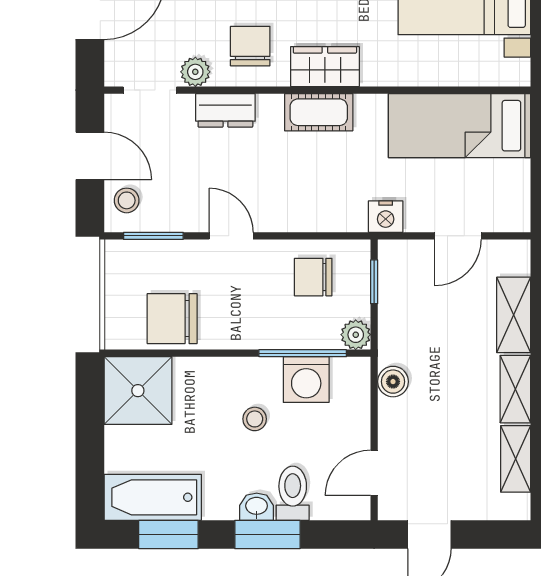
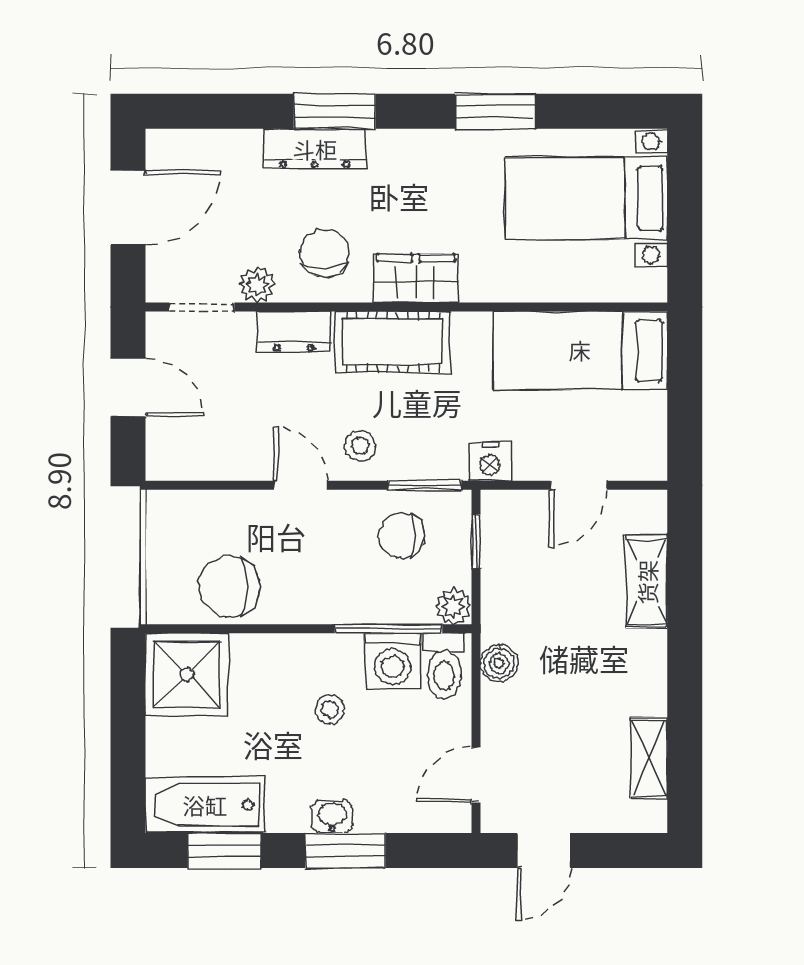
cot: (319, 112) -> (393, 342), width x1.37, depth x1.34
stool: (127, 200) -> (360, 446), moved
window: (153, 236) -> (425, 485), moved
shelving: (515, 389) -> (649, 673), removed
toilet: (293, 493) -> (444, 666), moved, turned 180

